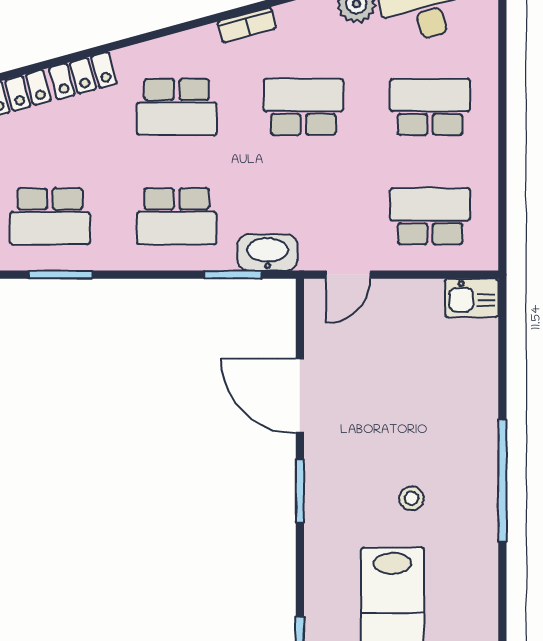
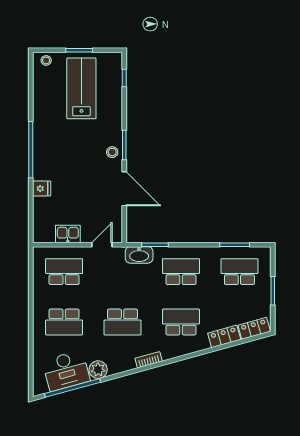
school desk: (430, 216) -> (64, 272), turned 180
kitchen sink: (472, 298) -> (68, 234), moved
fridge: (479, 397) -> (42, 188), added
stool: (411, 498) -> (112, 152), moved

